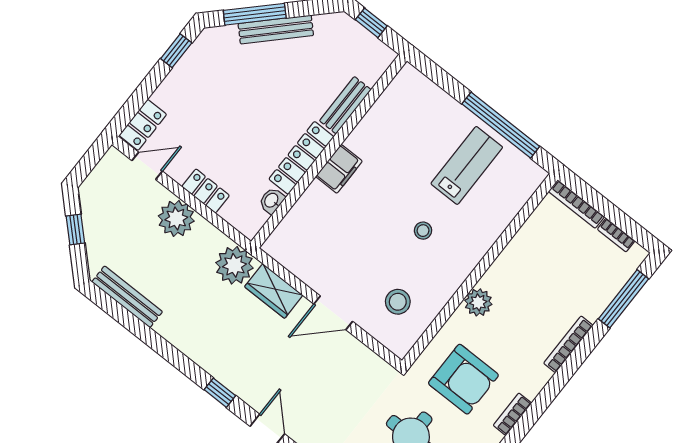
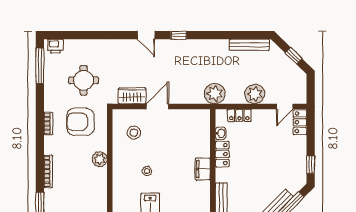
locker: (301, 158) -> (222, 154), width x0.66
locker: (206, 191) -> (239, 115), moved
wardrobe: (274, 291) -> (132, 96), moved

